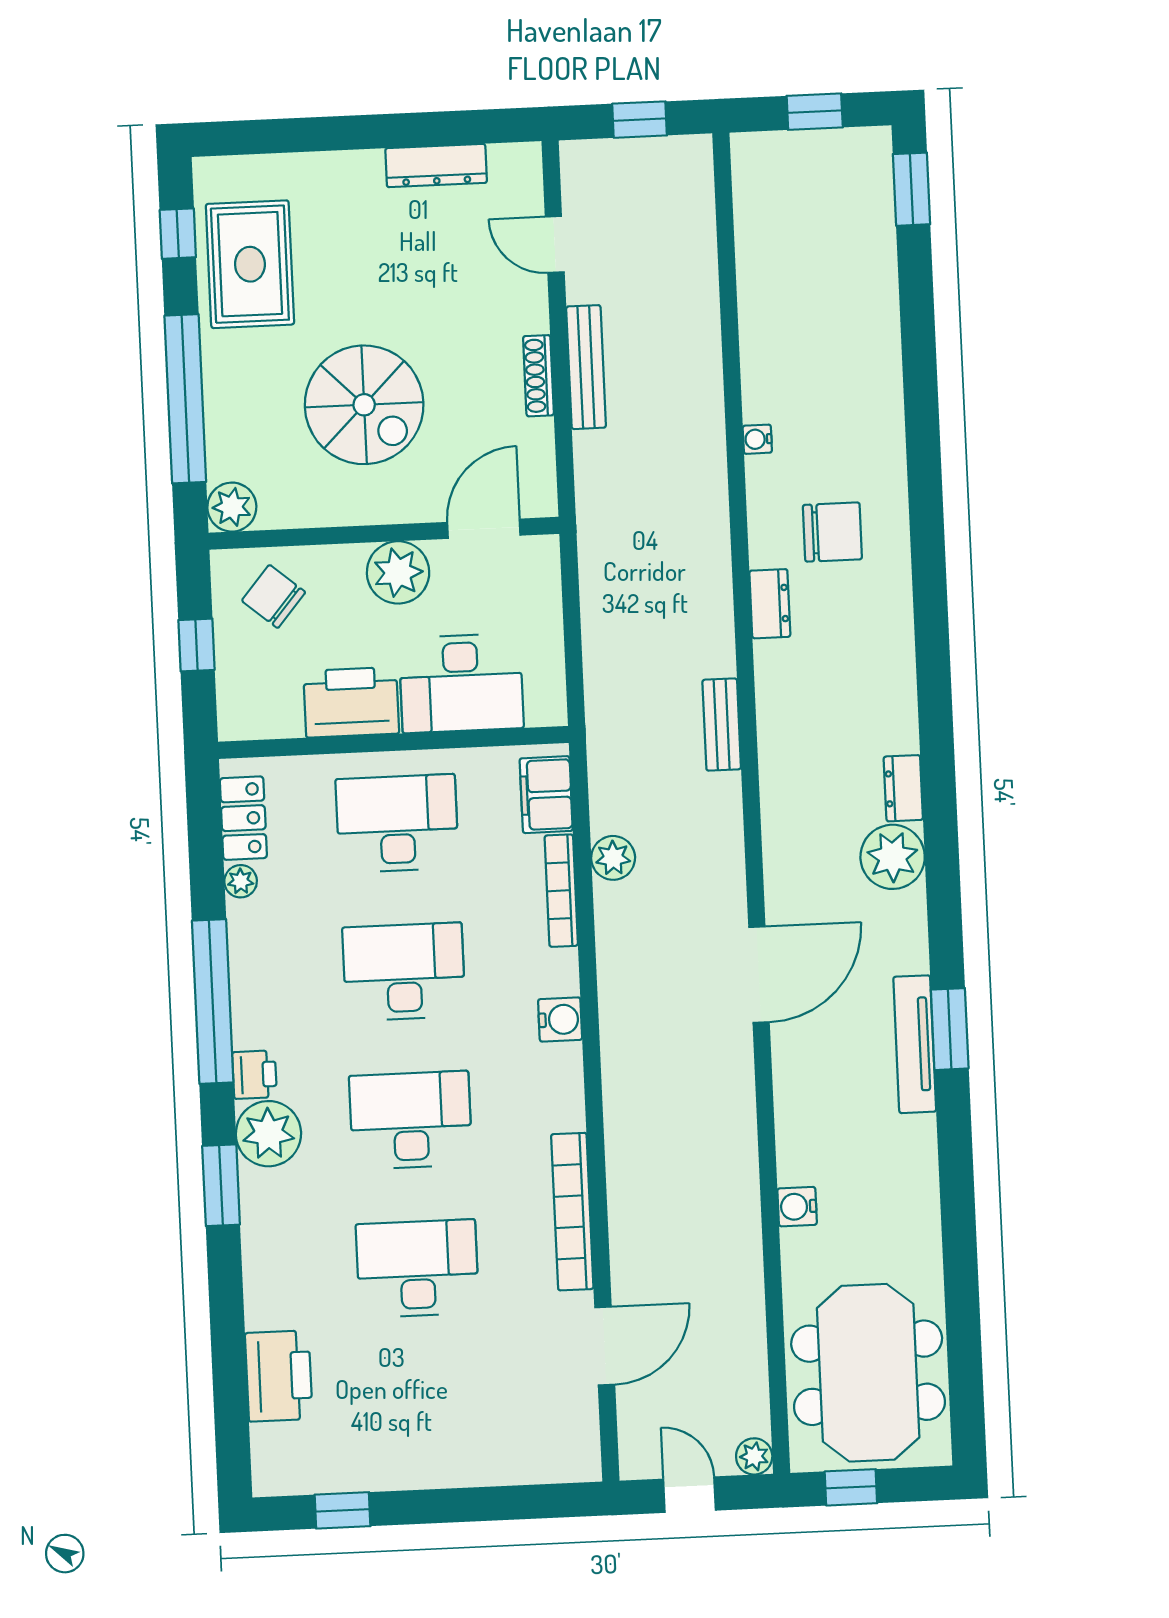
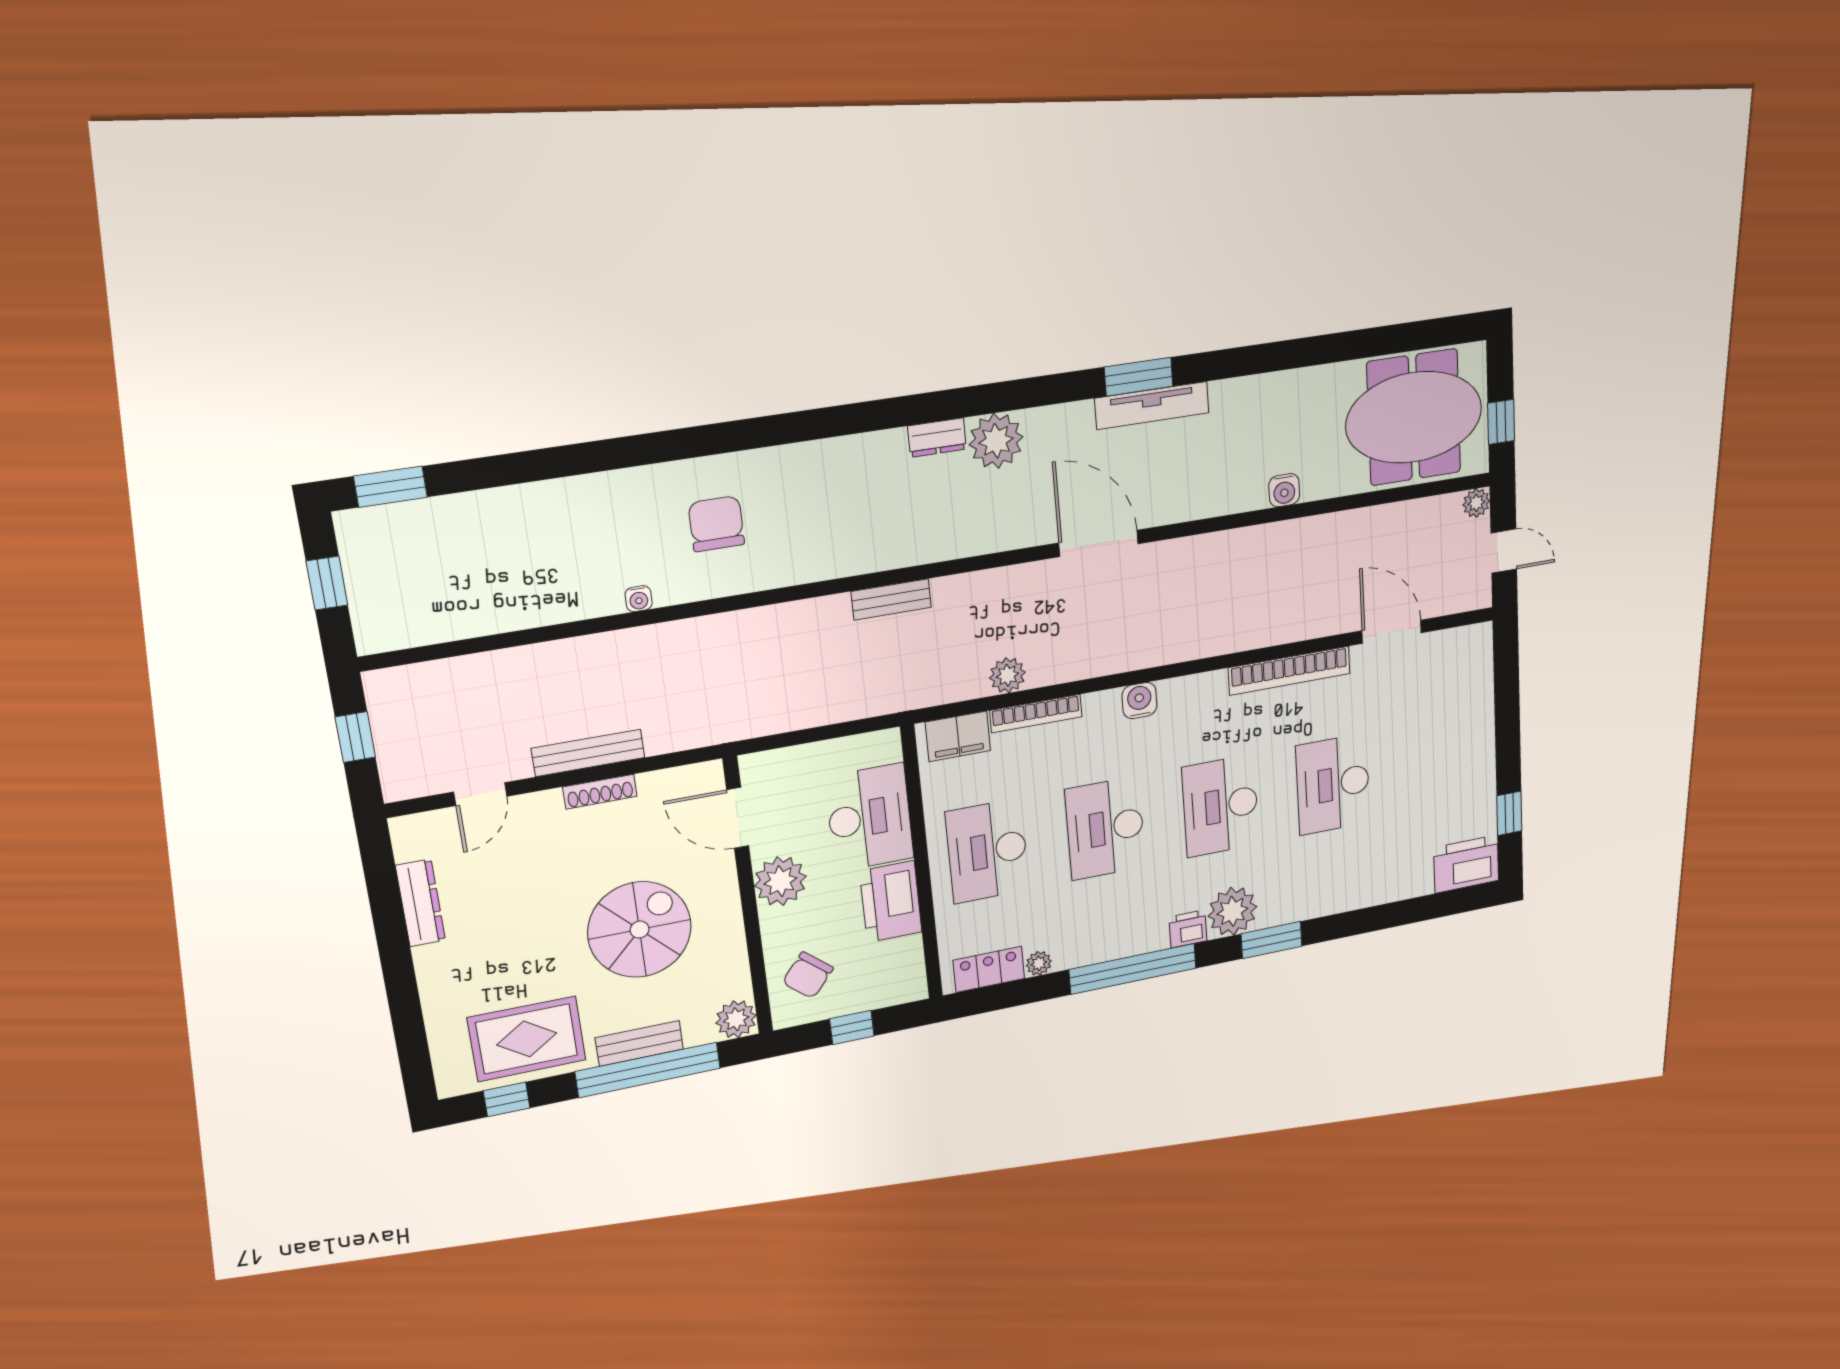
bench: (221, 392) -> (639, 1043), added
dresser: (770, 604) -> (784, 571), removed
printer: (279, 1376) -> (1466, 864), moved
door: (689, 1495) -> (1504, 551), swing flipped

